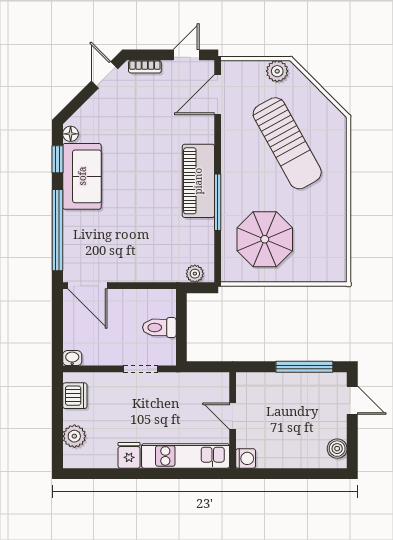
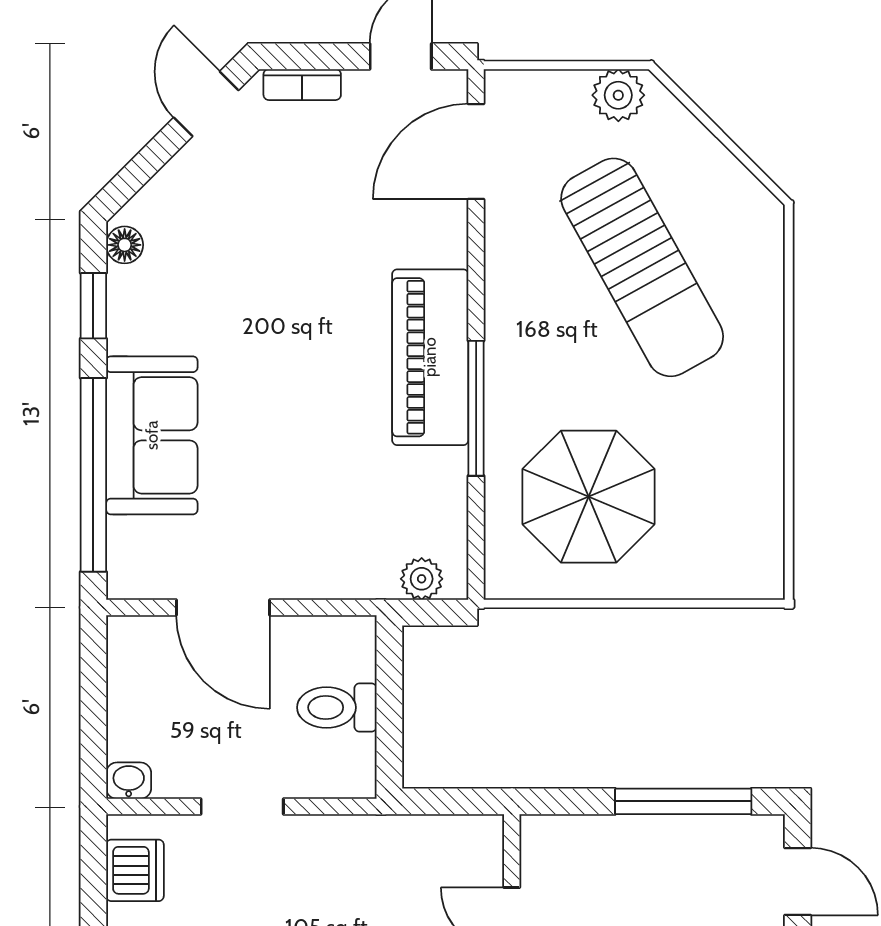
sofa: (82, 176) -> (152, 435), moved
door: (87, 286) -> (223, 607), moved
doorway: (141, 369) -> (242, 807), moved

